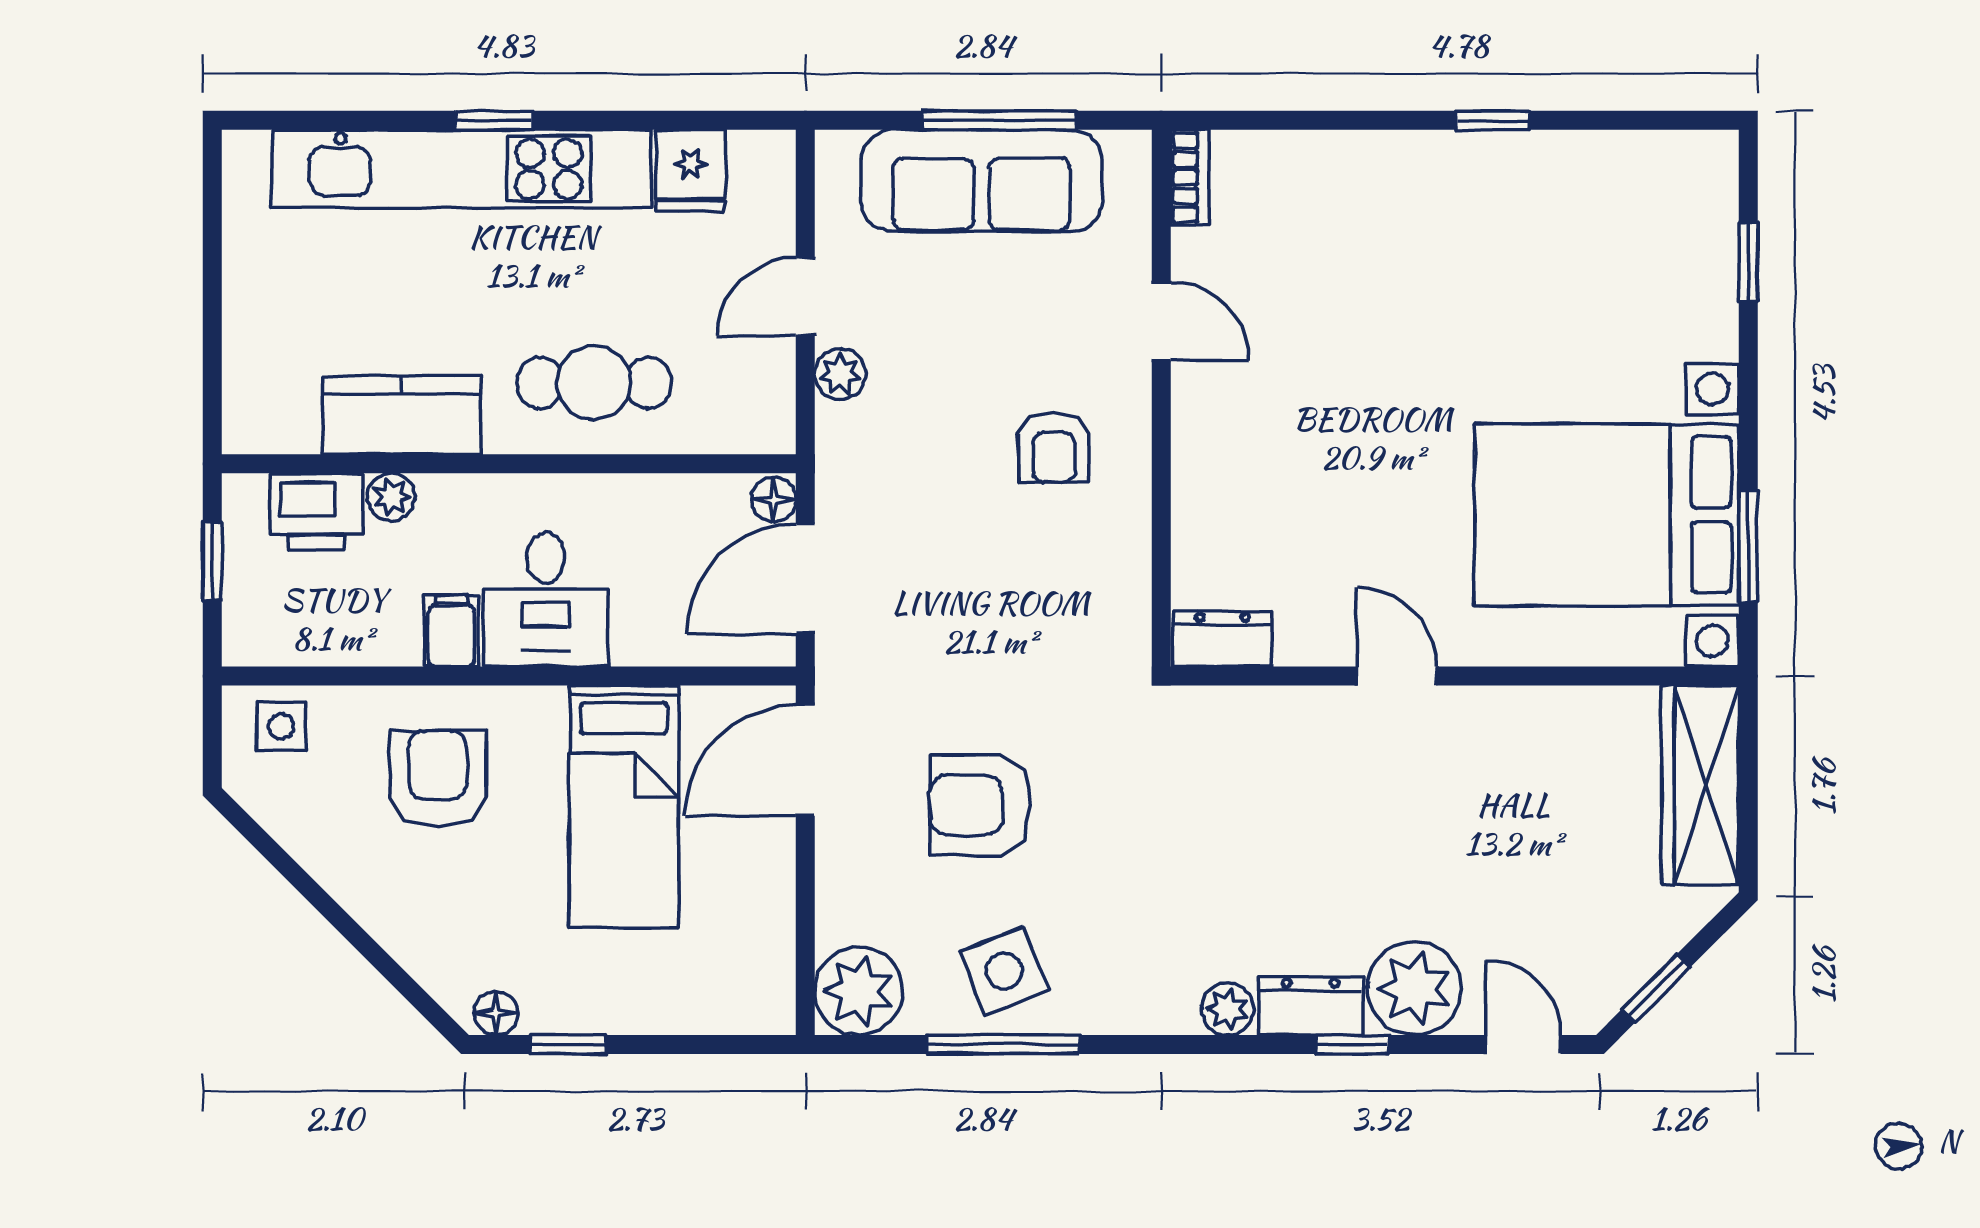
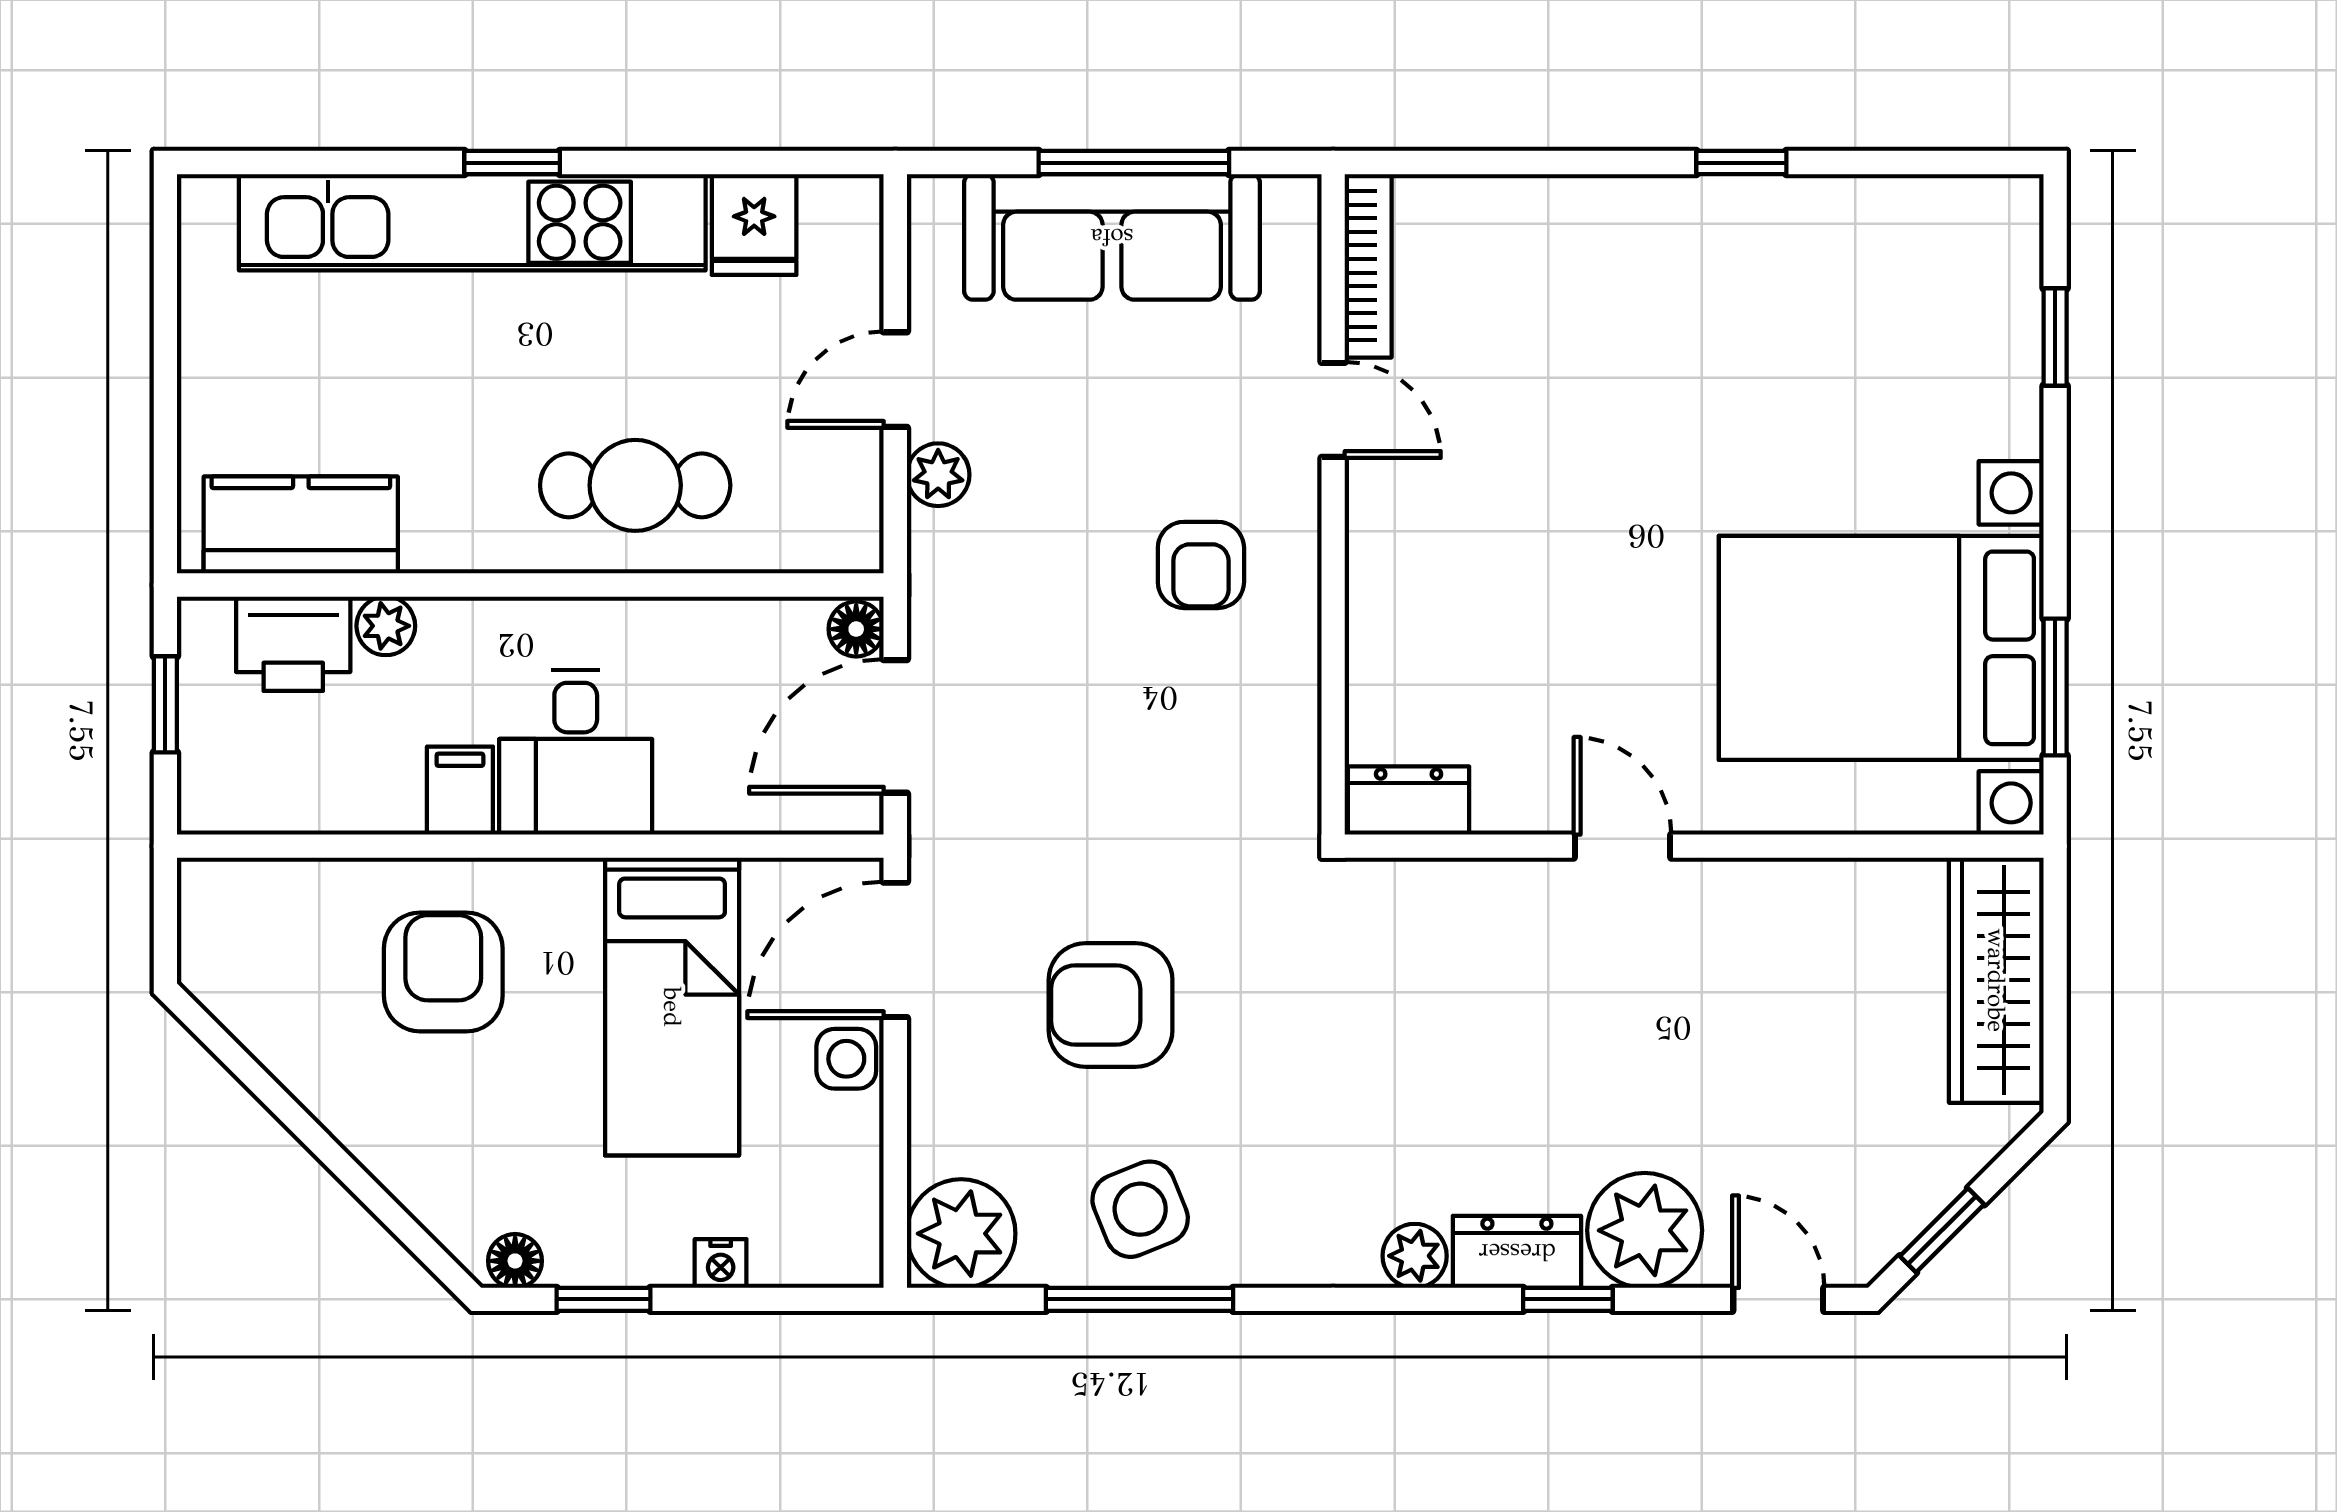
bookcase: (1190, 177) -> (1368, 266), width x1.56
kitchen counter: (402, 415) -> (301, 525), moved
side table: (281, 727) -> (846, 1059), moved
nightstand: (663, 1015) -> (721, 1263), added

